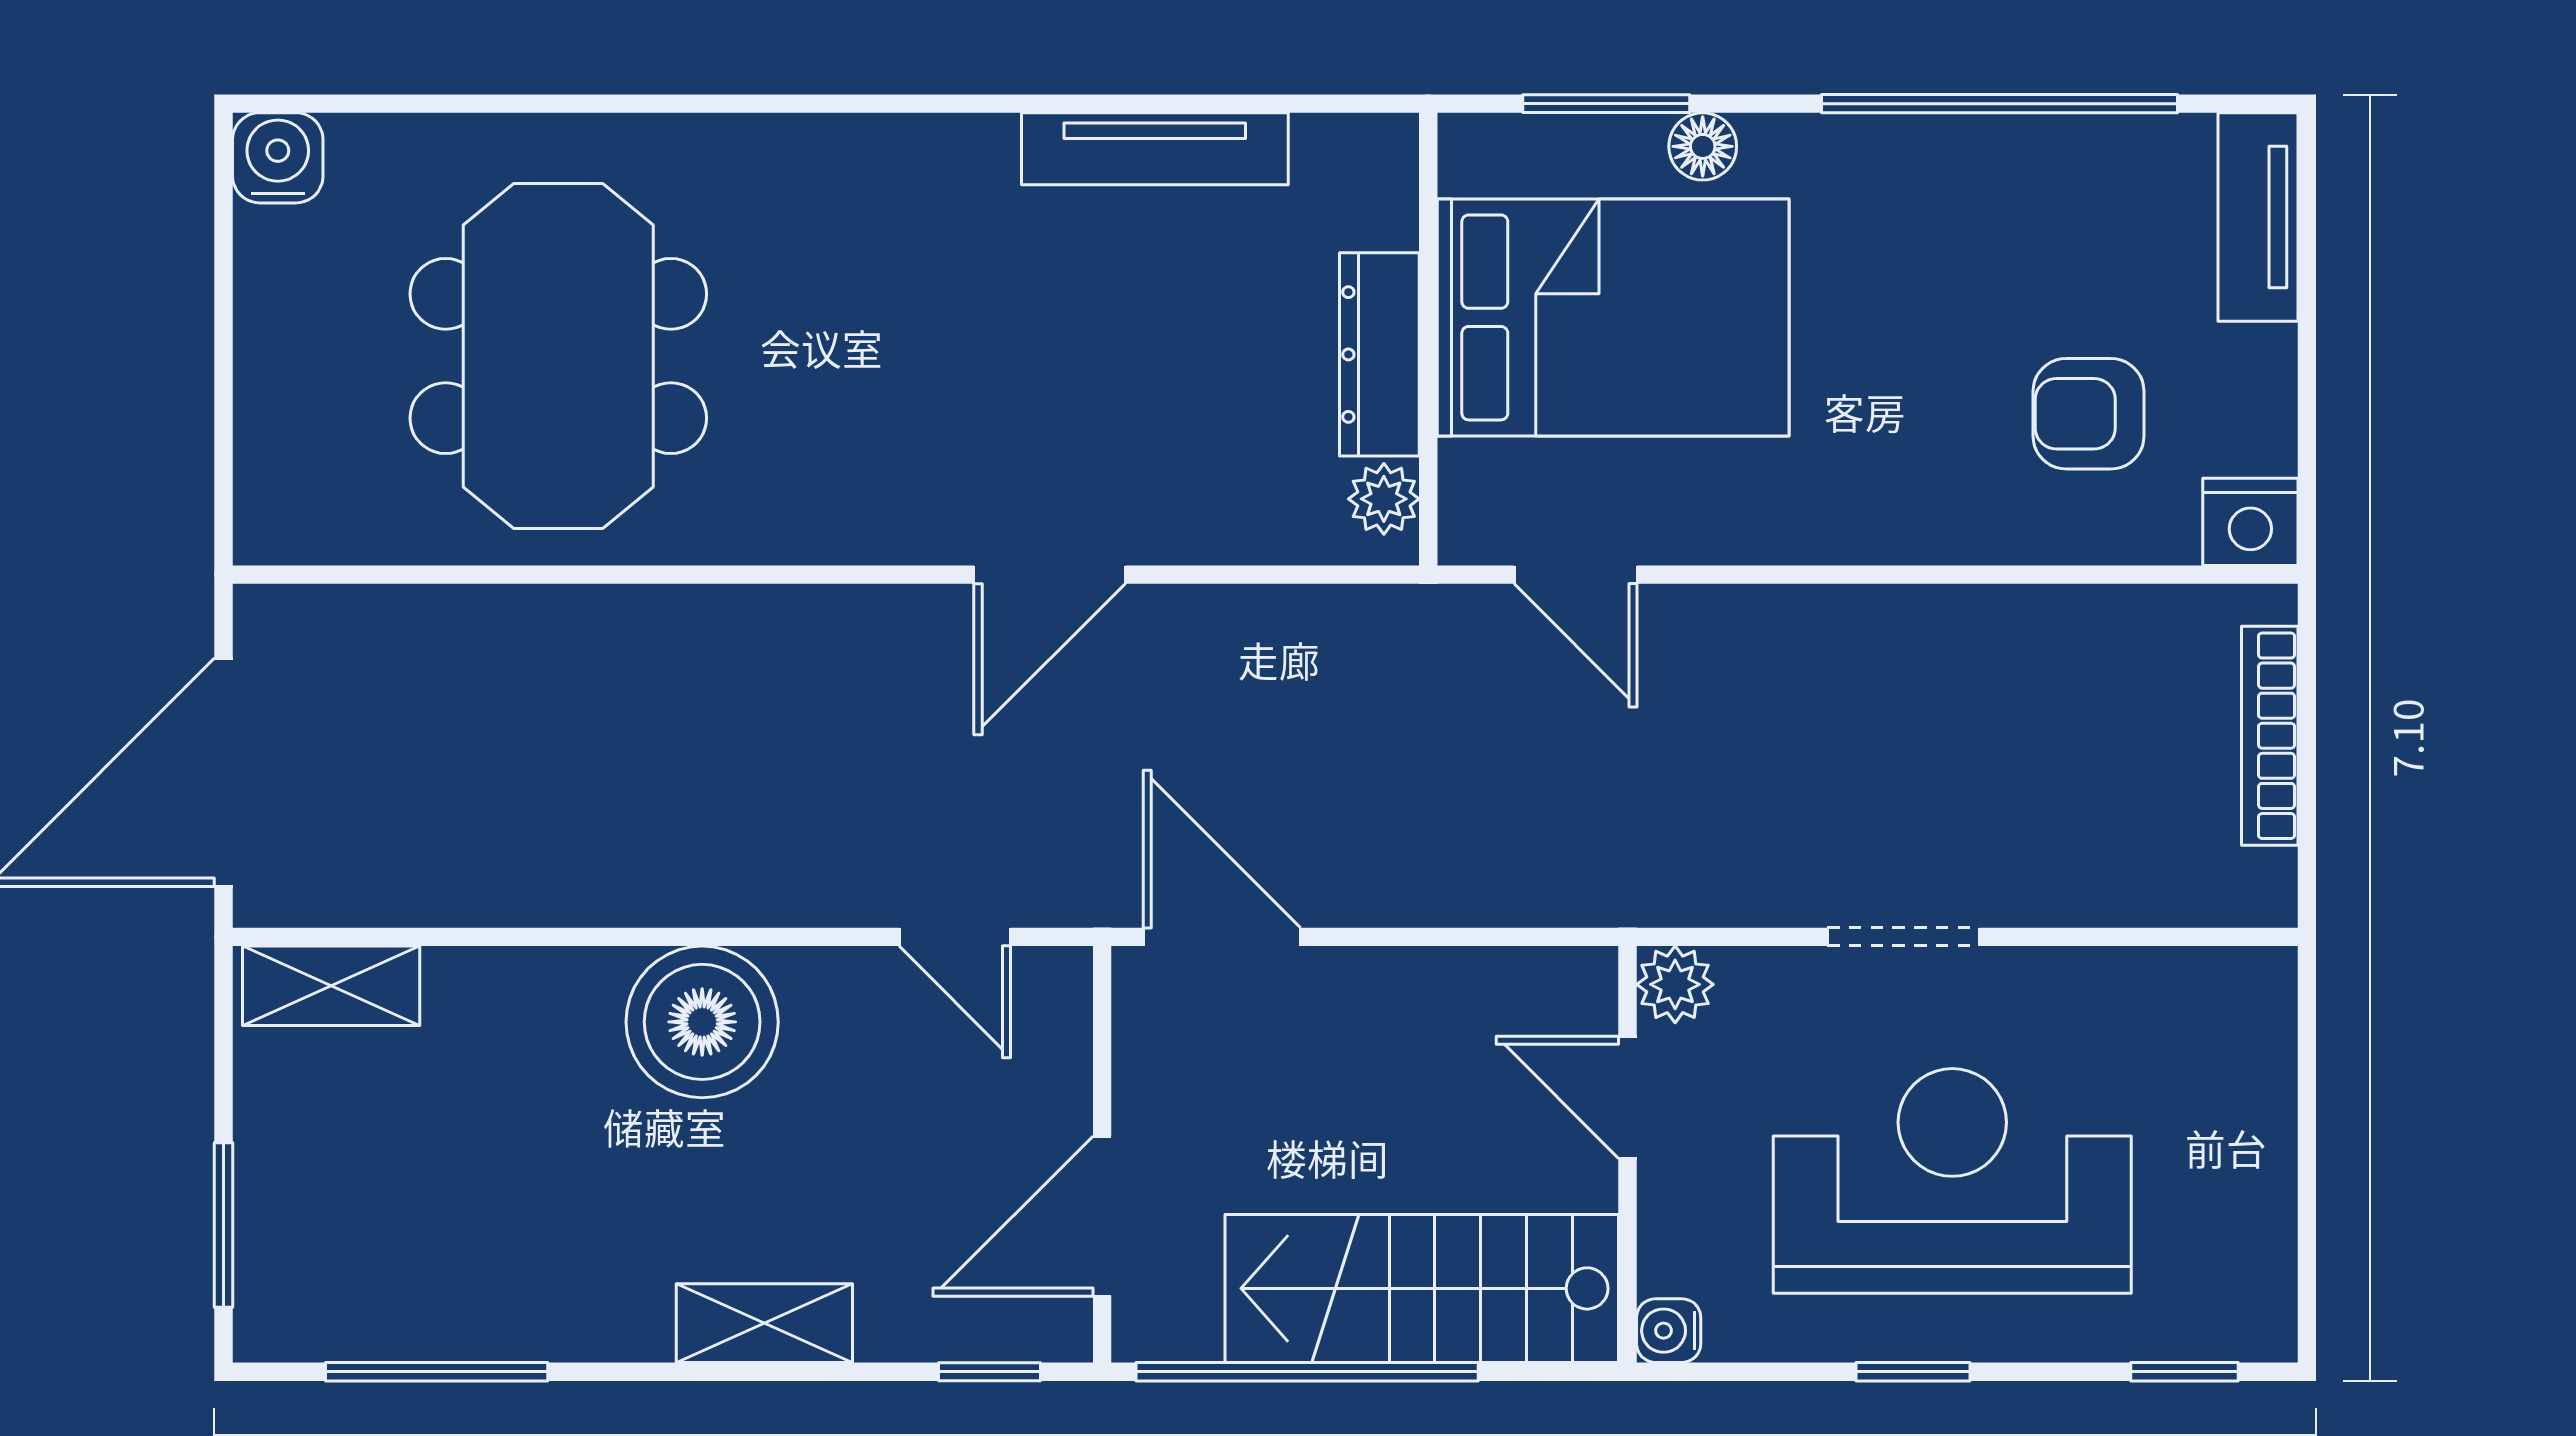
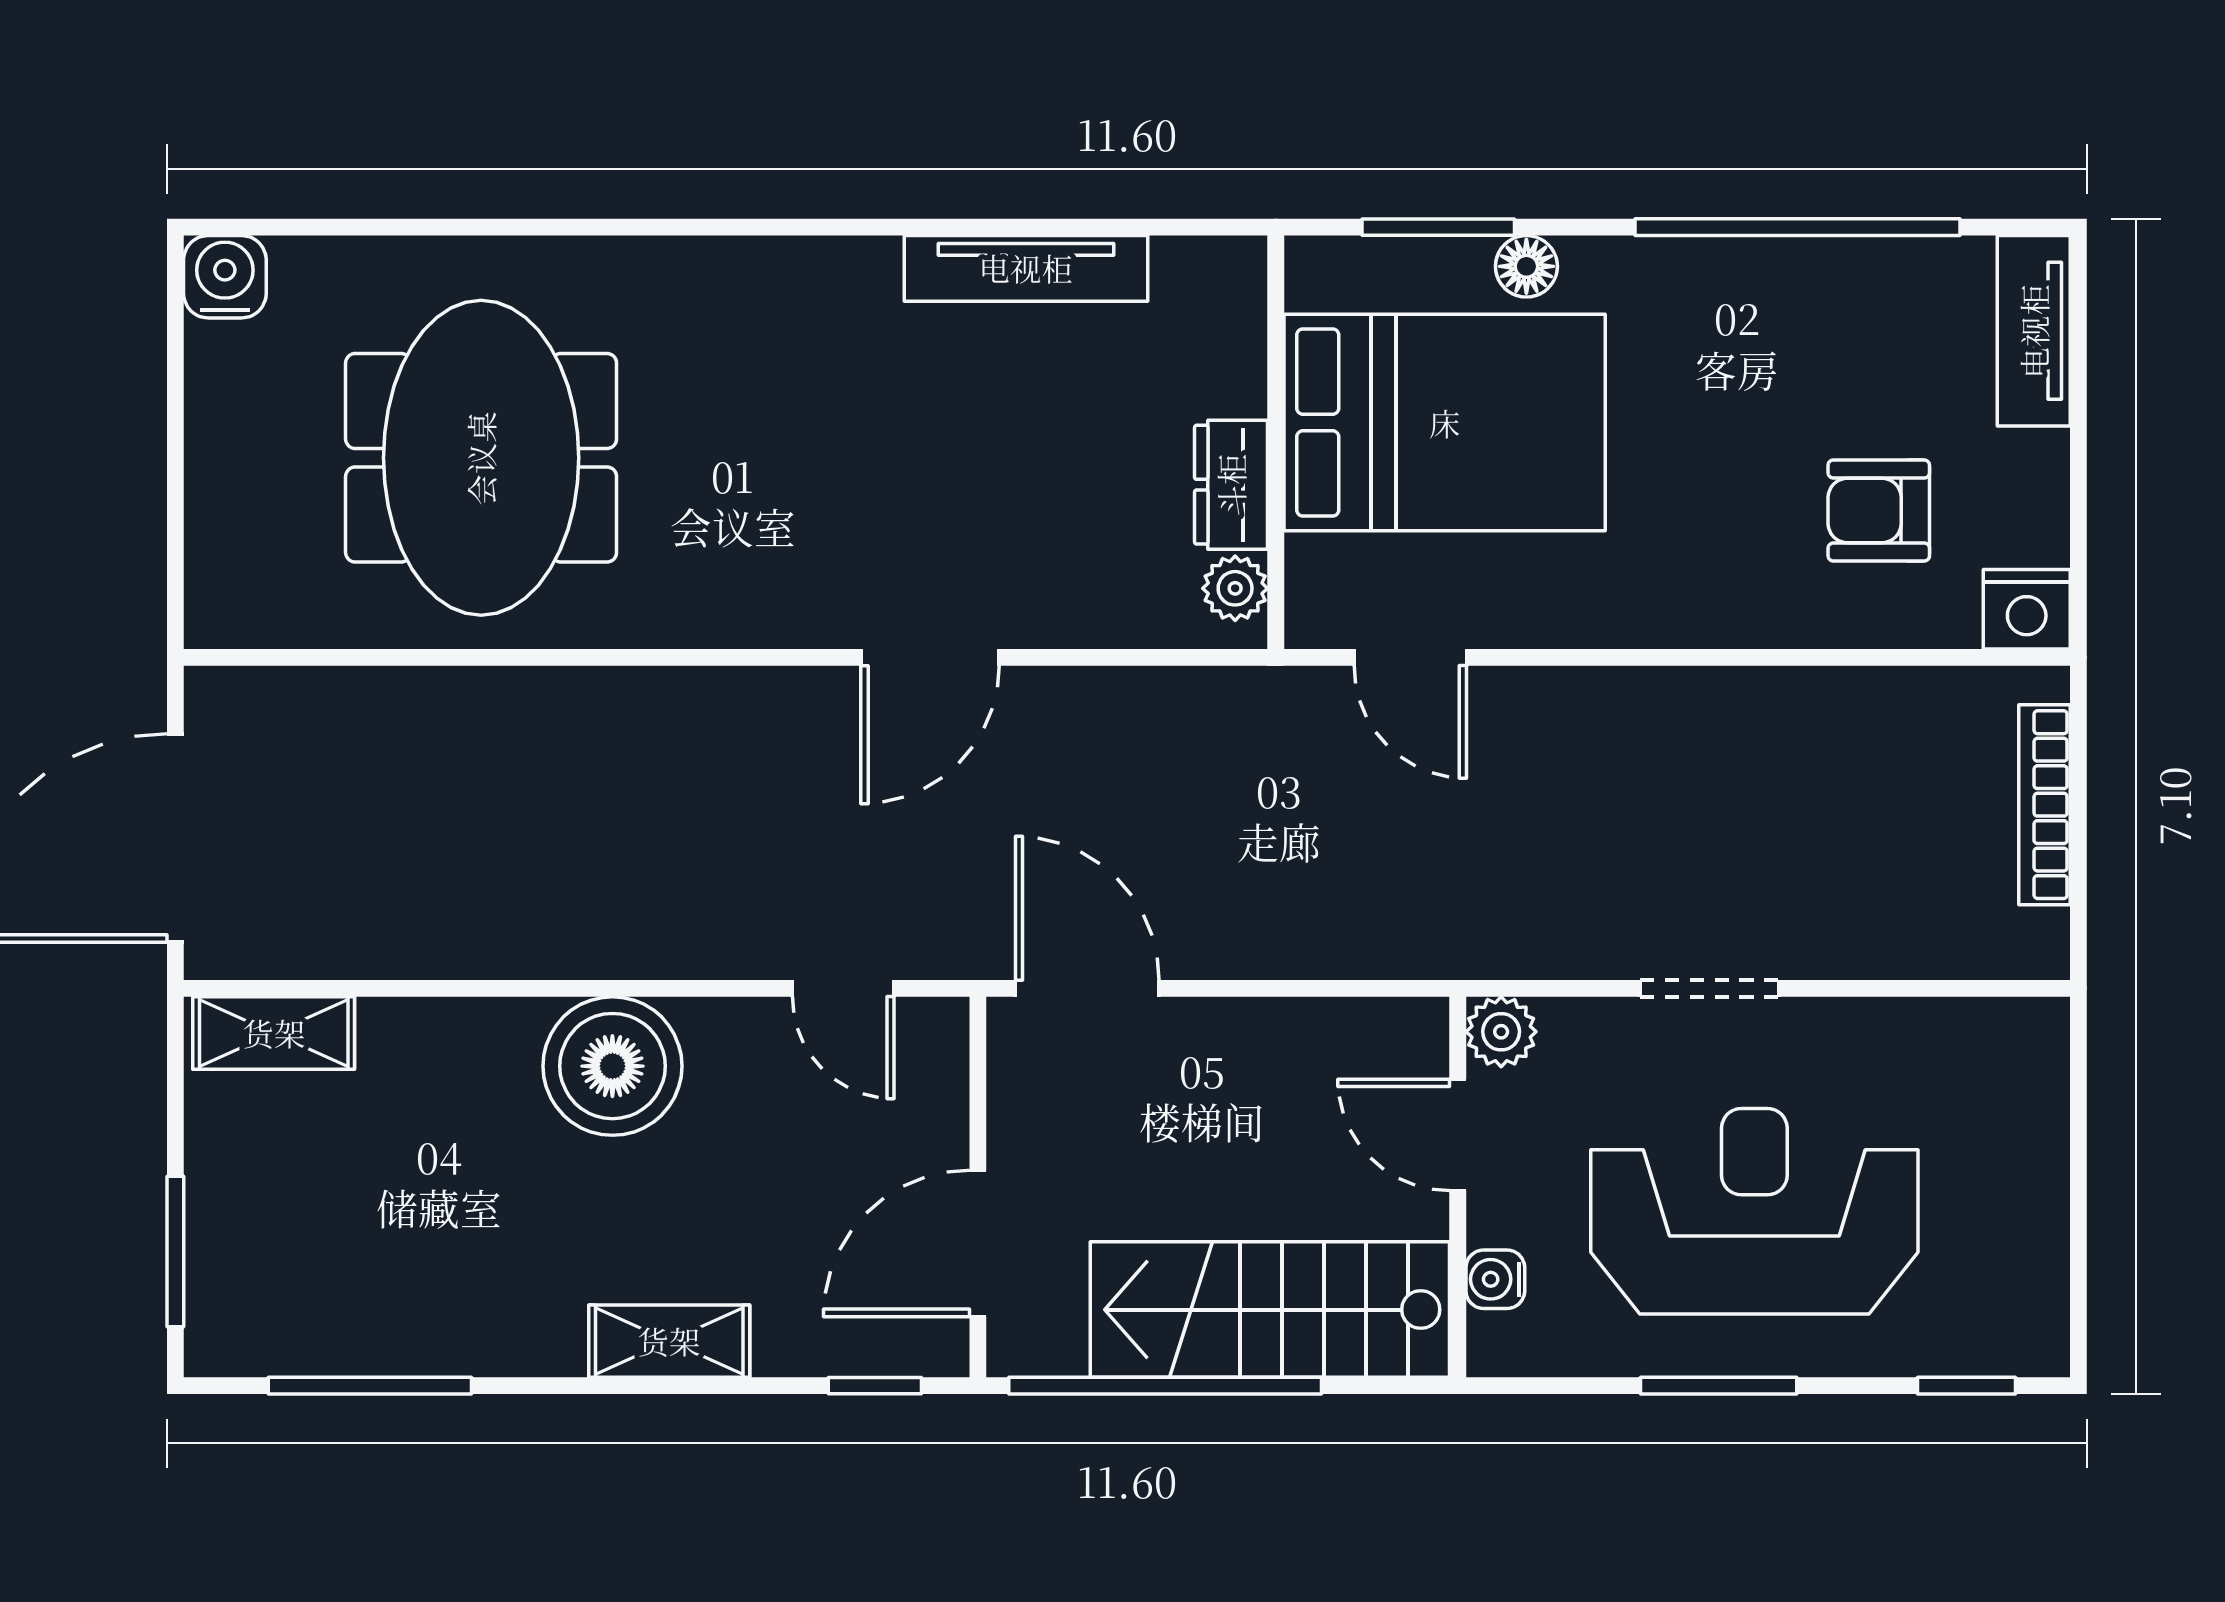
dresser: (1379, 354) -> (1231, 485), width x0.70
water cooler: (1669, 1331) -> (1495, 1279), moved
window: (1913, 1372) -> (1719, 1386), width x1.50

